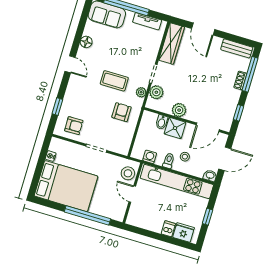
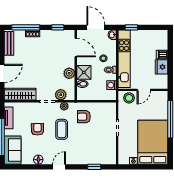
armchair: (74, 126) -> (37, 129), moved
window: (208, 217) -> (131, 27), moved
fridge: (184, 232) -> (161, 67), moved

